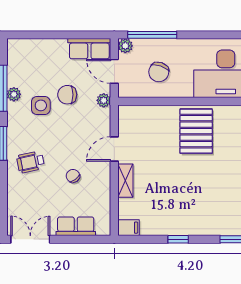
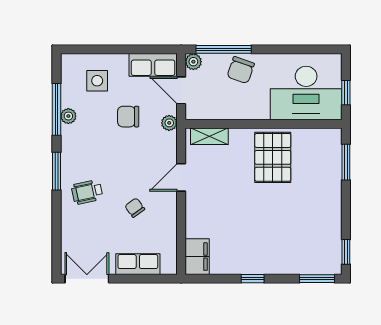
chair: (159, 72) -> (241, 70), moved
side table: (41, 105) -> (97, 81), moved
shelving: (125, 181) -> (209, 136), moved, turned 90
filing cabinet: (129, 228) -> (197, 257), width x2.00

